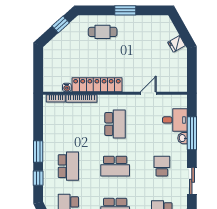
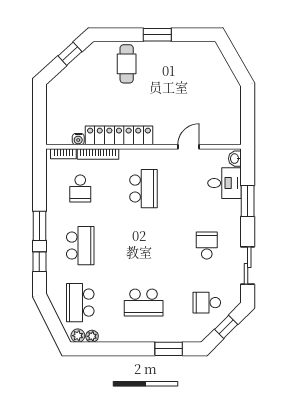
cafe table: (103, 32) -> (127, 64), turned 90
fridge: (177, 44) -> (227, 80), removed
window: (192, 133) -> (248, 201), width x0.69
washbasin: (183, 138) -> (235, 159), moved
school desk: (115, 166) -> (80, 189), moved, width x0.54

